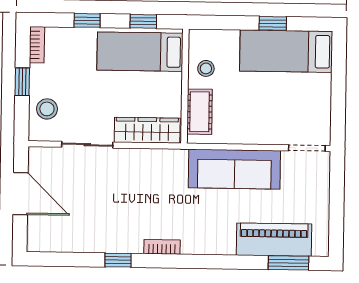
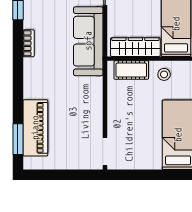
wardrobe: (147, 130) -> (135, 47), moved, turned -90
sofa: (234, 169) -> (88, 41), moved

